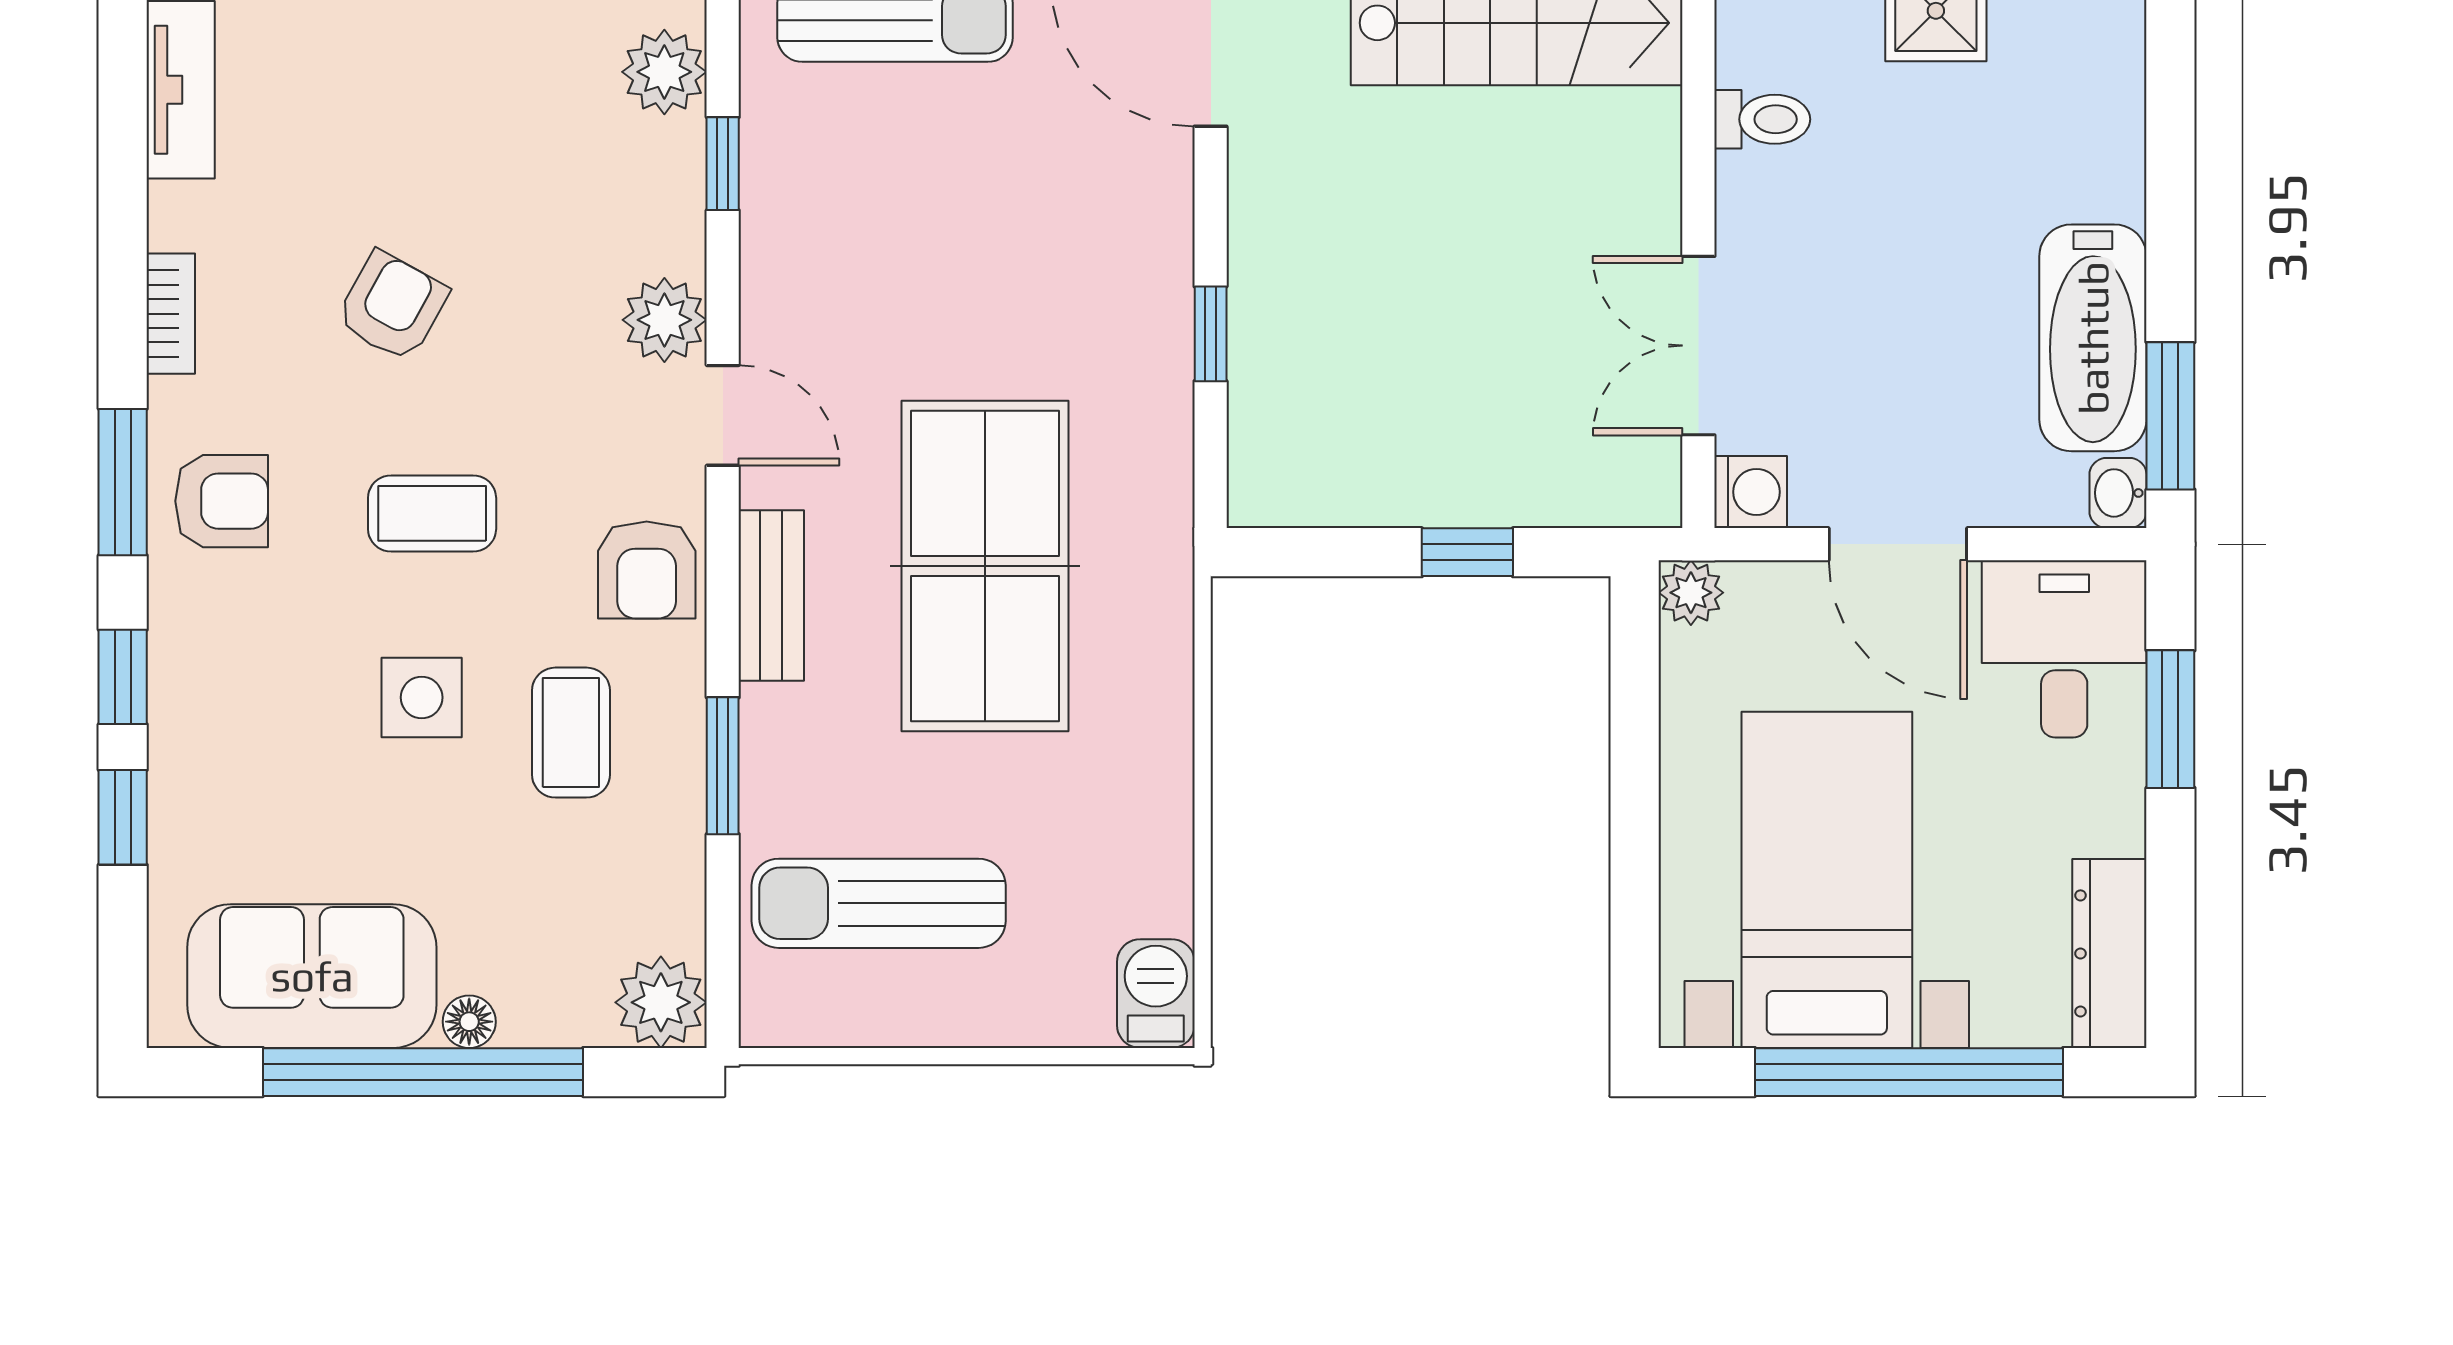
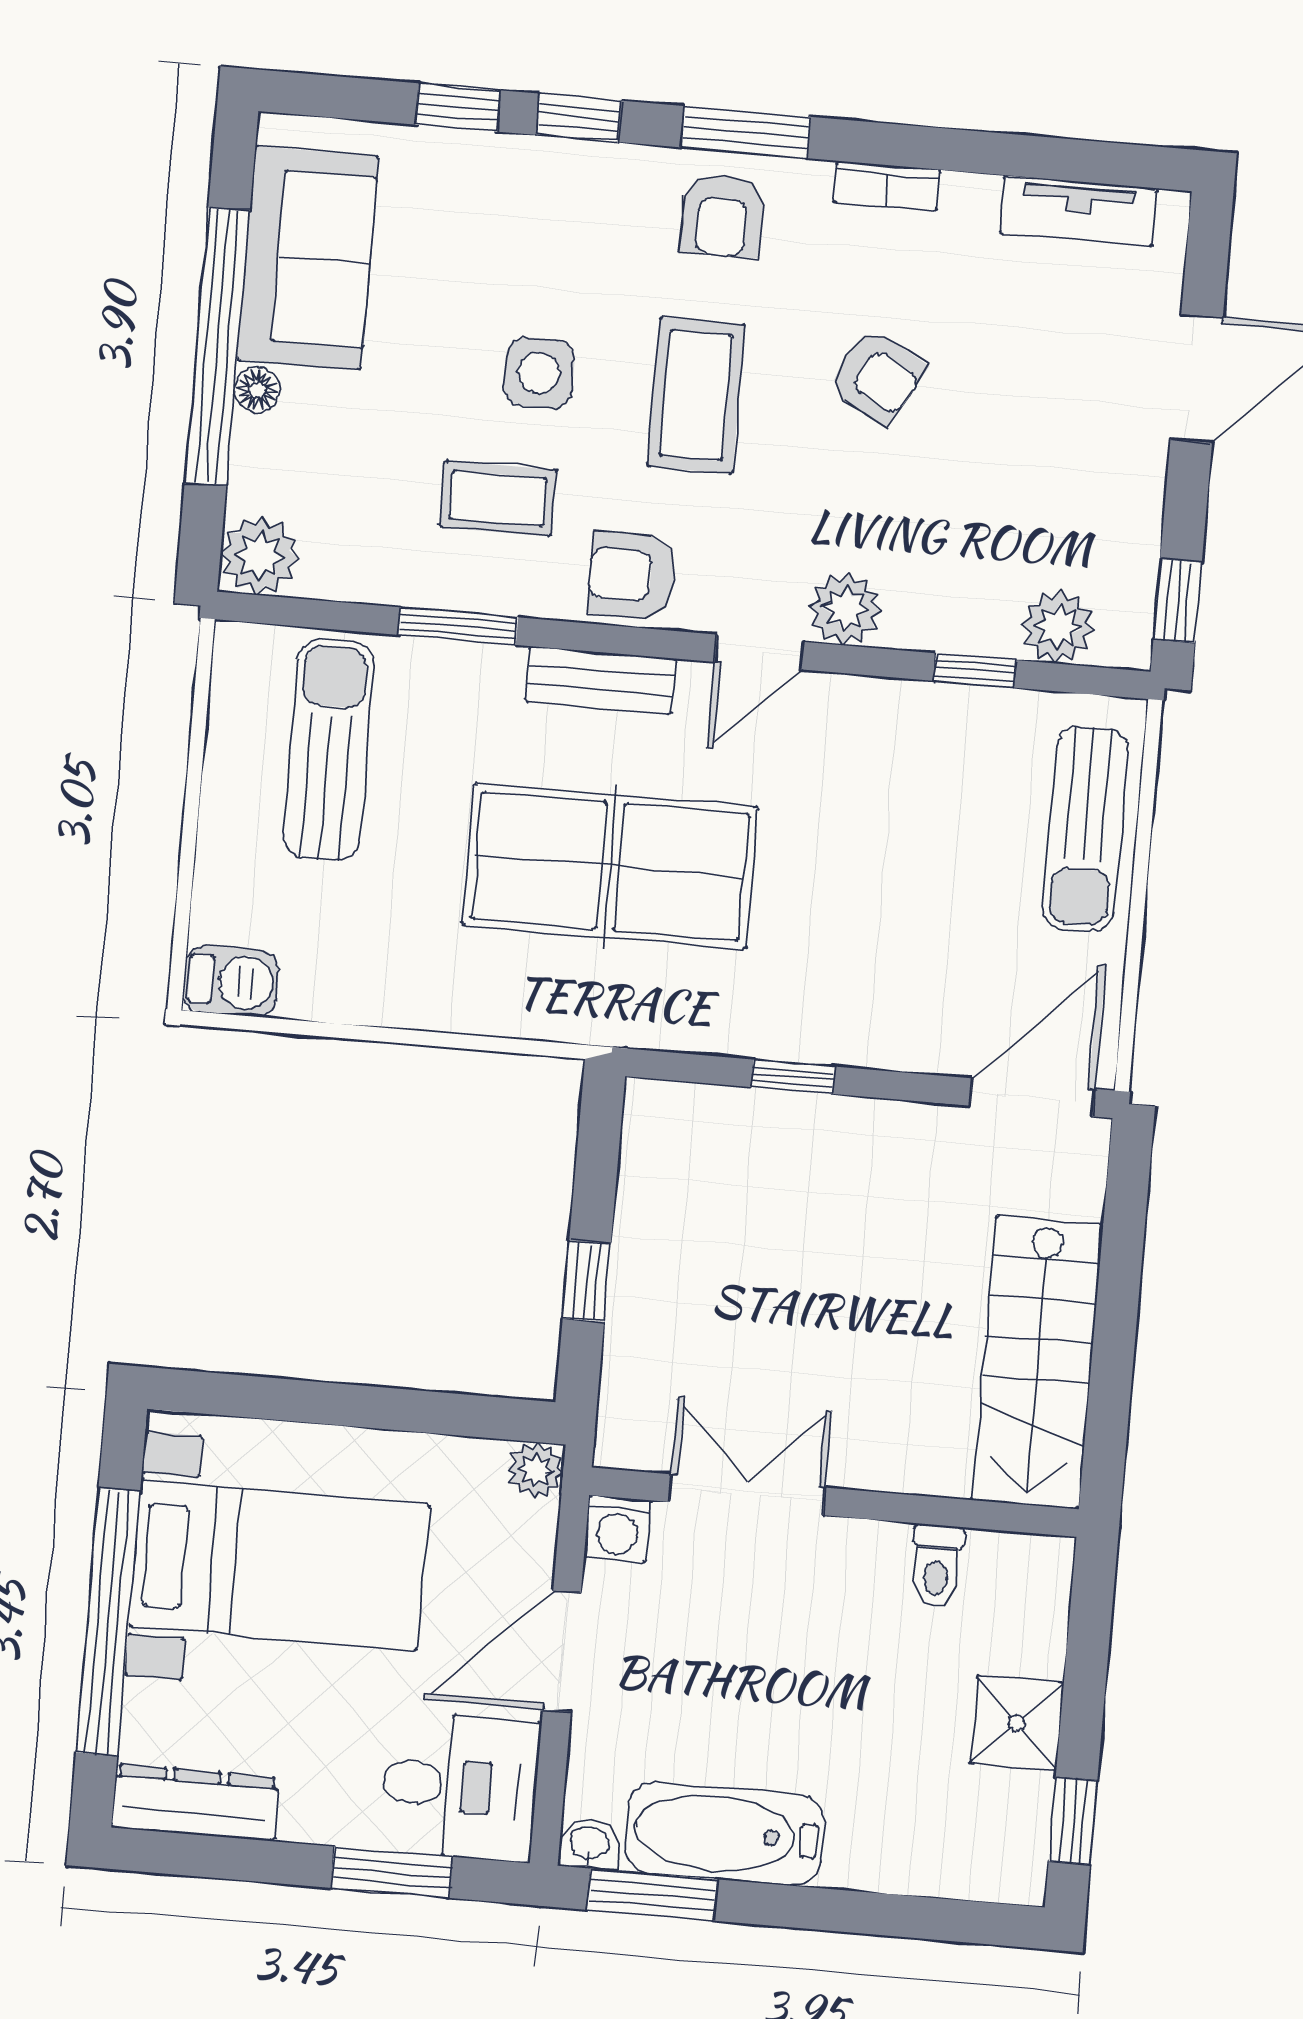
coffee table: (432, 513) -> (696, 395), width x1.36, depth x1.30

